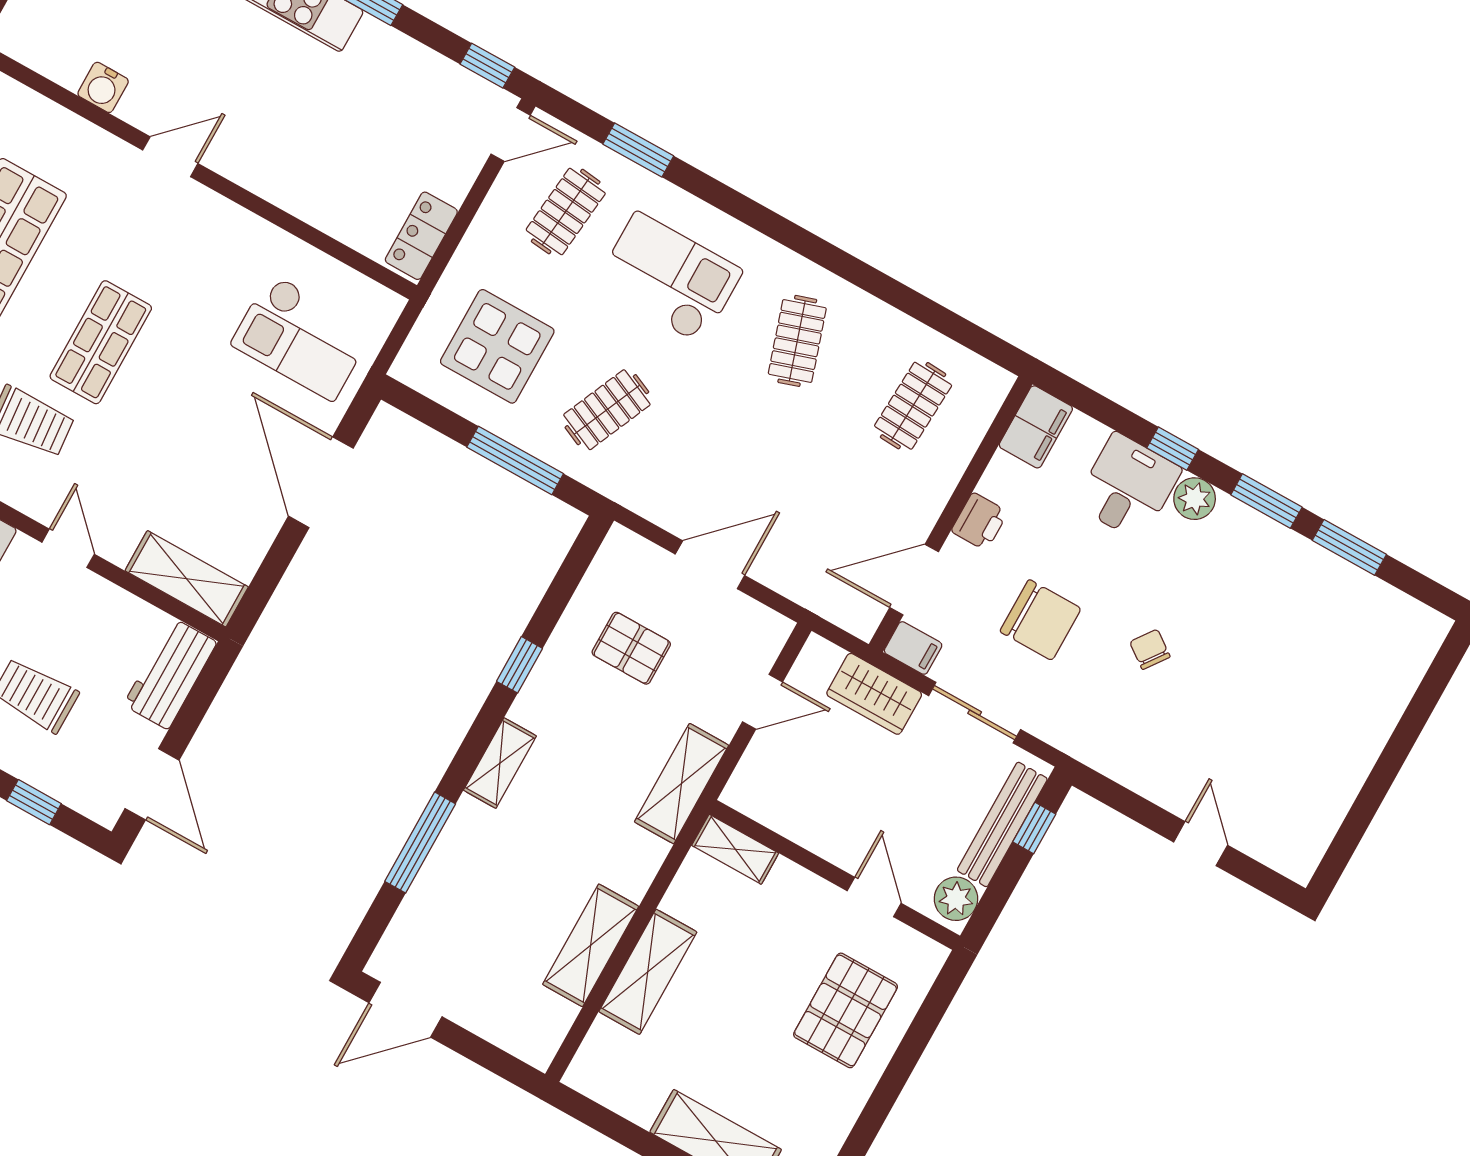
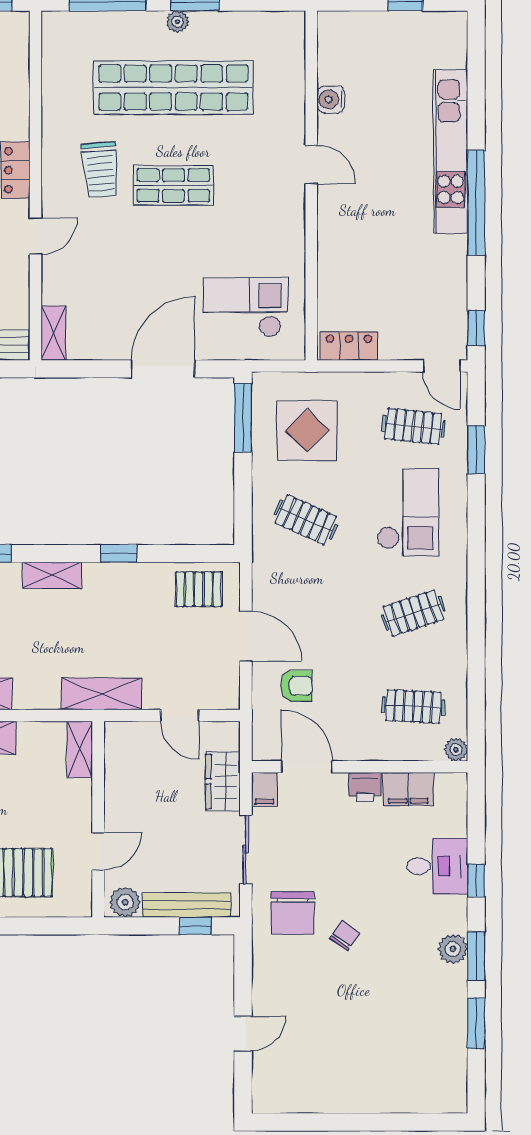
checkout: (302, 337) -> (246, 307), turned 90
plant: (996, 383) -> (456, 750), added
filing cabinet: (1036, 427) -> (408, 789), moved
window: (515, 460) -> (243, 418), moved
plant: (1195, 499) -> (453, 949), moved
armchair: (806, 536) -> (296, 686), added
shelving: (187, 579) -> (53, 333), width x0.67, depth x0.75
chair: (1040, 620) -> (292, 913), moved
pallet: (631, 648) -> (199, 589), moved, turned 90

